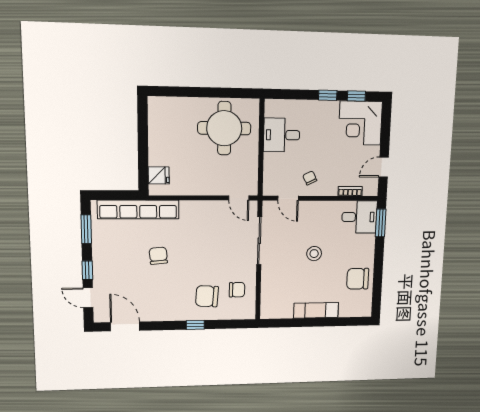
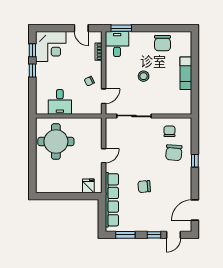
door: (239, 198) -> (104, 156), moved

